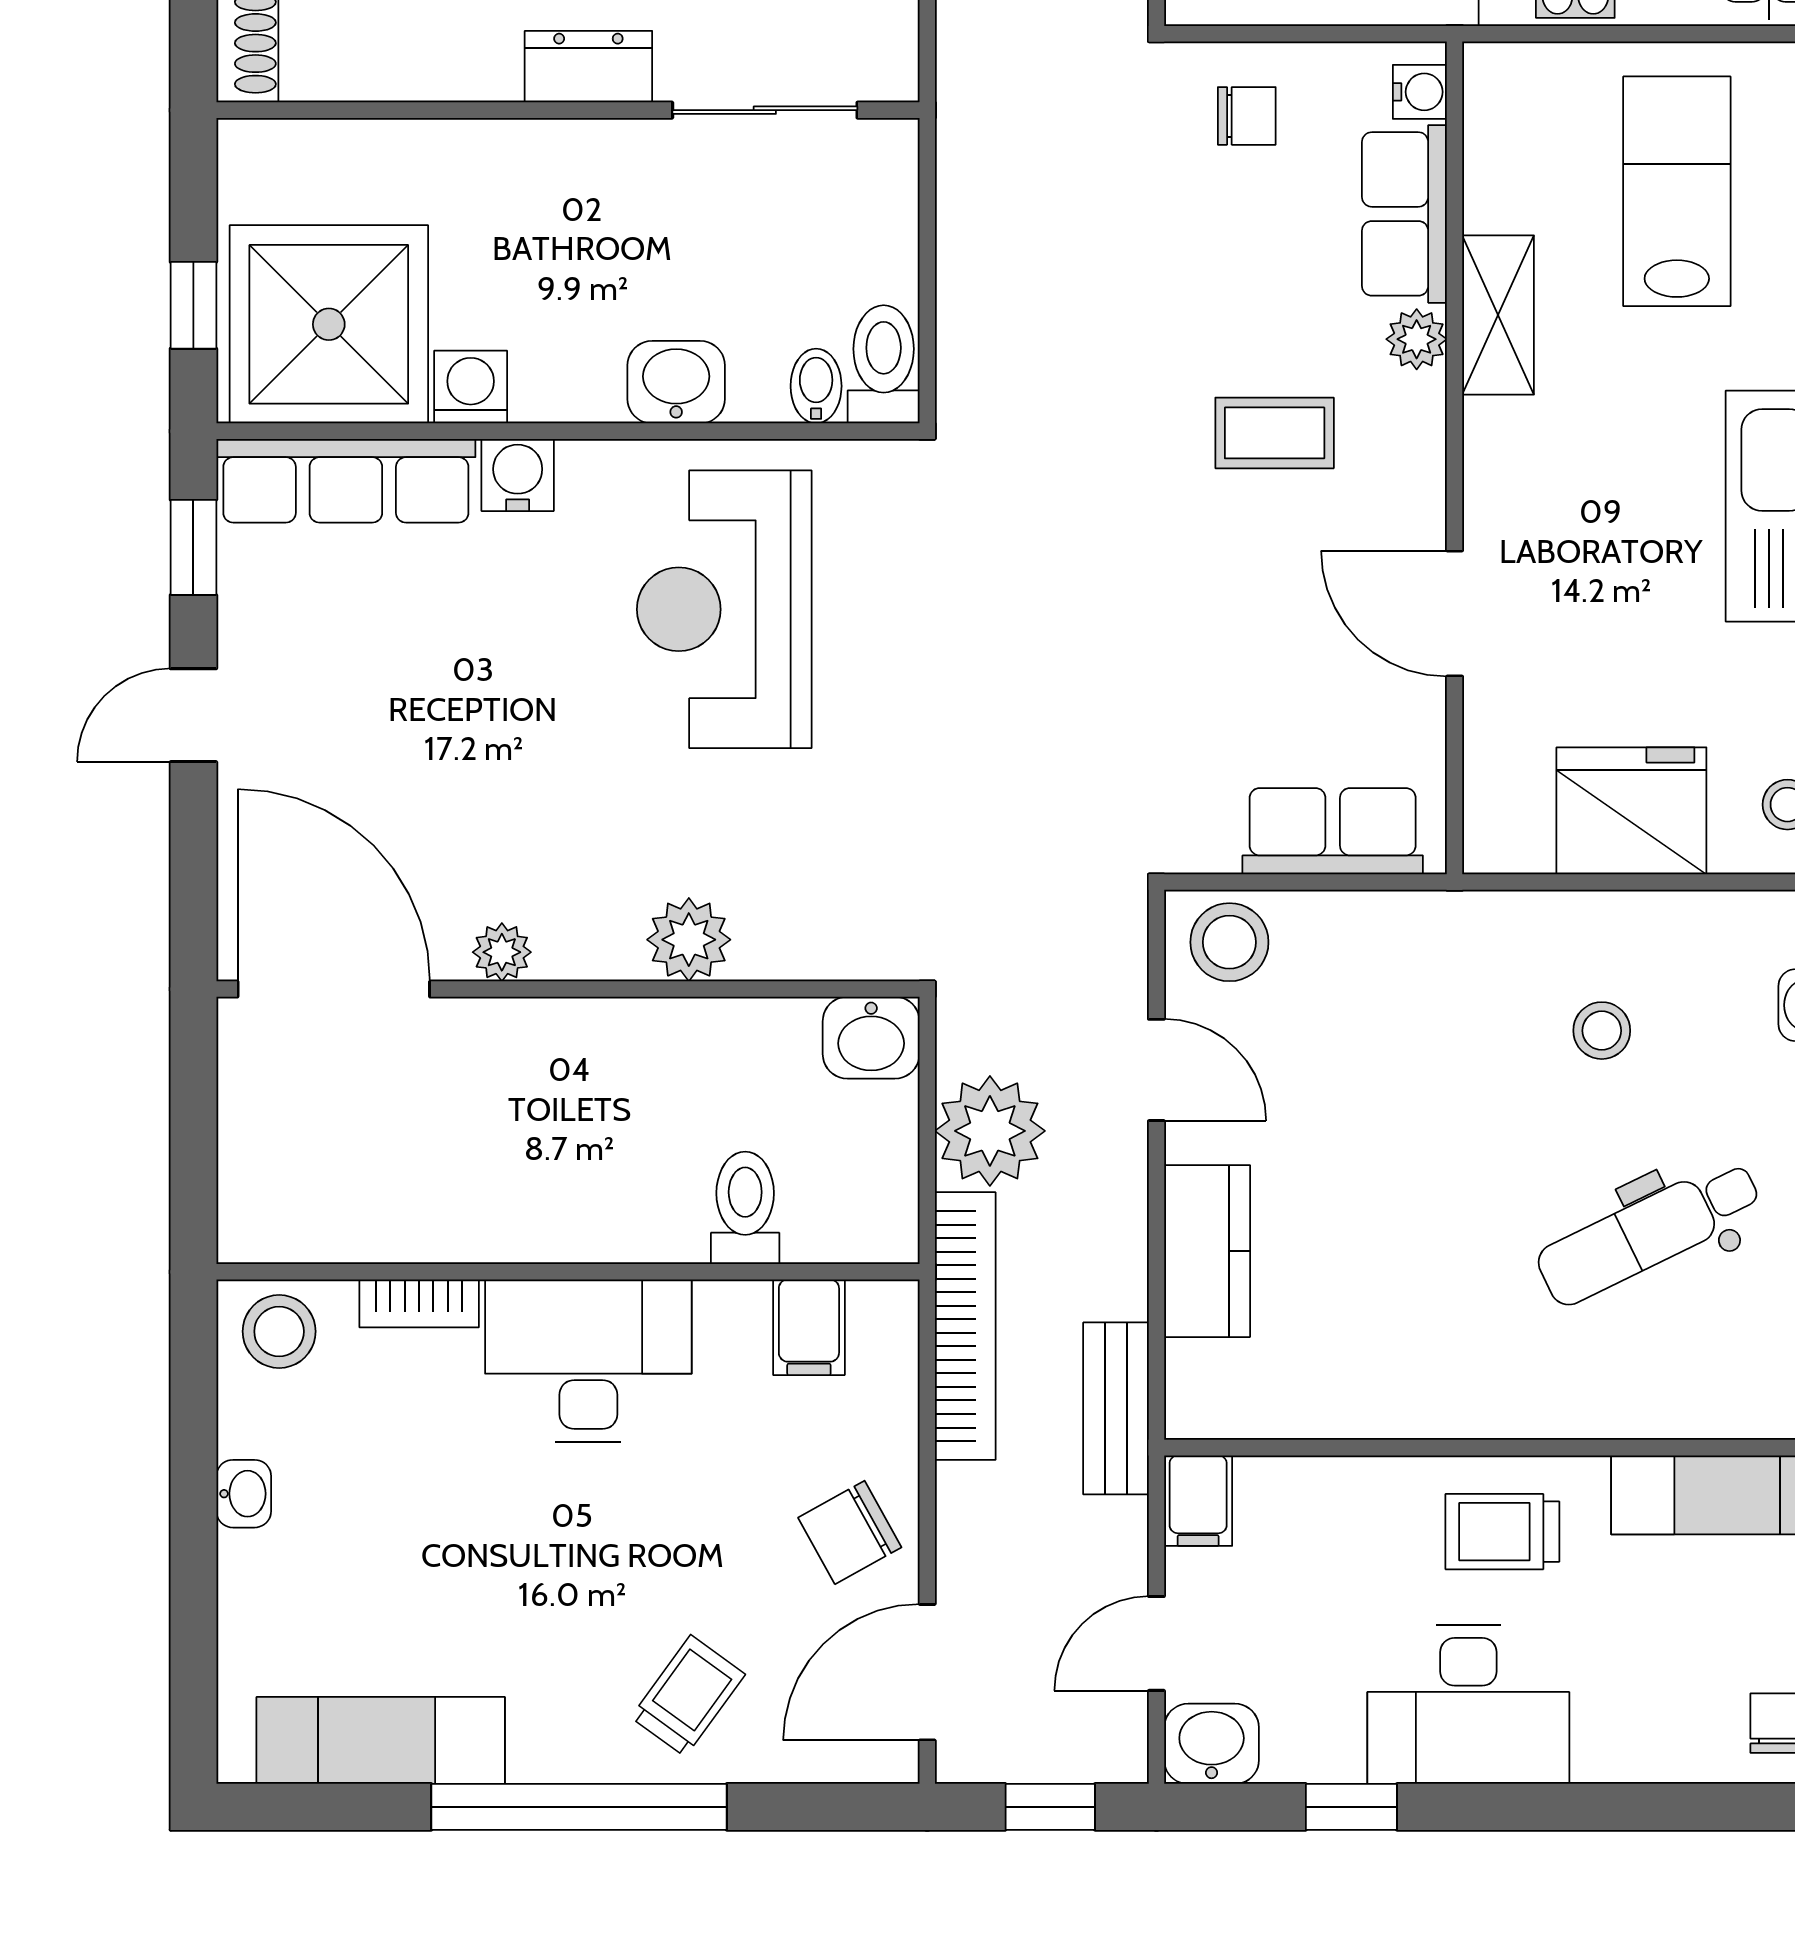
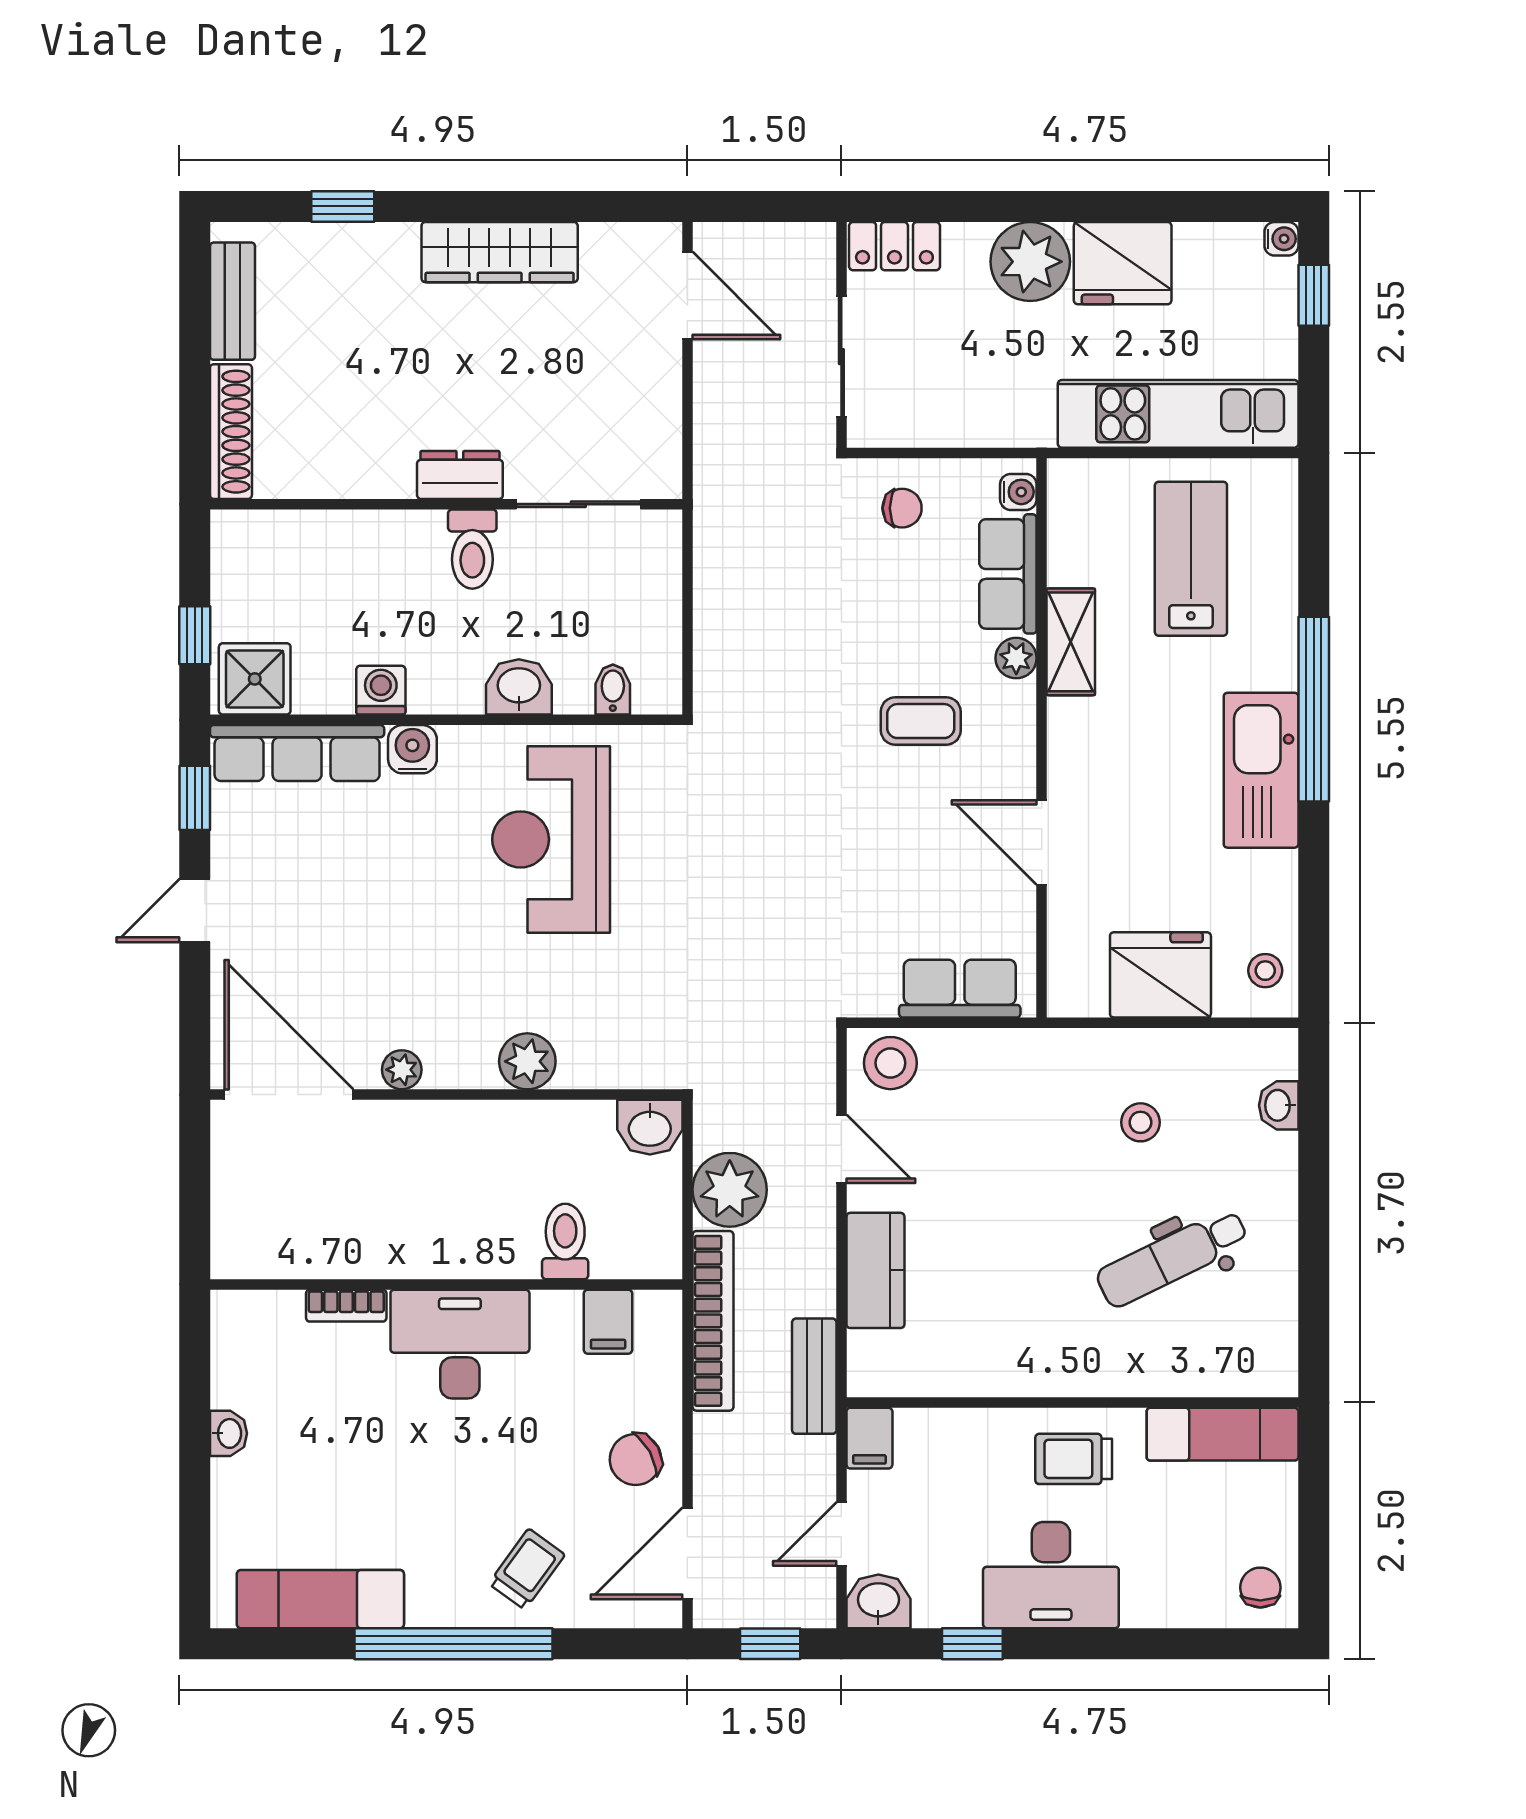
shower: (329, 324) -> (255, 679), width x0.54, depth x0.54
toilet: (884, 364) -> (472, 549), moved, turned 180
stool: (279, 1331) -> (252, 1324), removed

